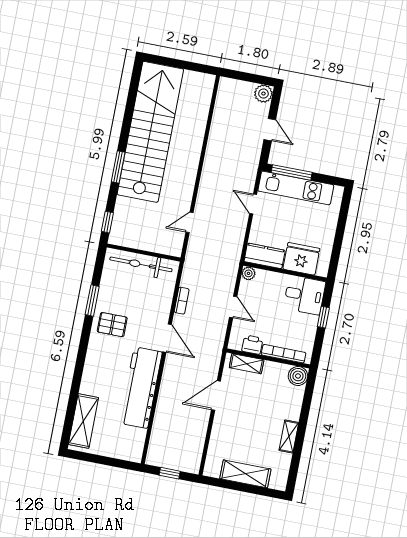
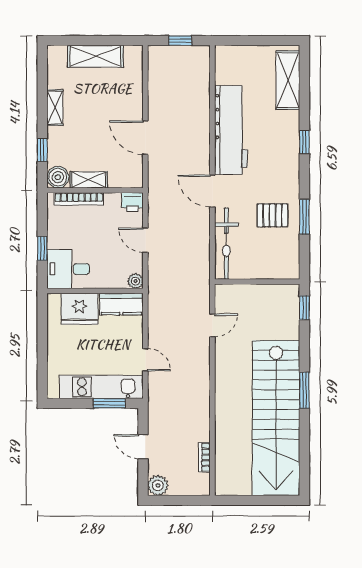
window: (118, 167) -> (304, 390), moved
window: (292, 172) -> (109, 403), width x0.69
bicycle: (141, 264) -> (226, 244), moved, turned 90
bookcase: (182, 301) -> (204, 457), moved
pallet: (112, 325) -> (272, 215), moved
printer: (252, 345) -> (133, 202), moved
shelving: (247, 364) -> (89, 180), moved
window: (80, 365) -> (304, 142), added
door: (216, 395) -> (145, 138), swing flipped
window: (307, 402) -> (42, 150), added

